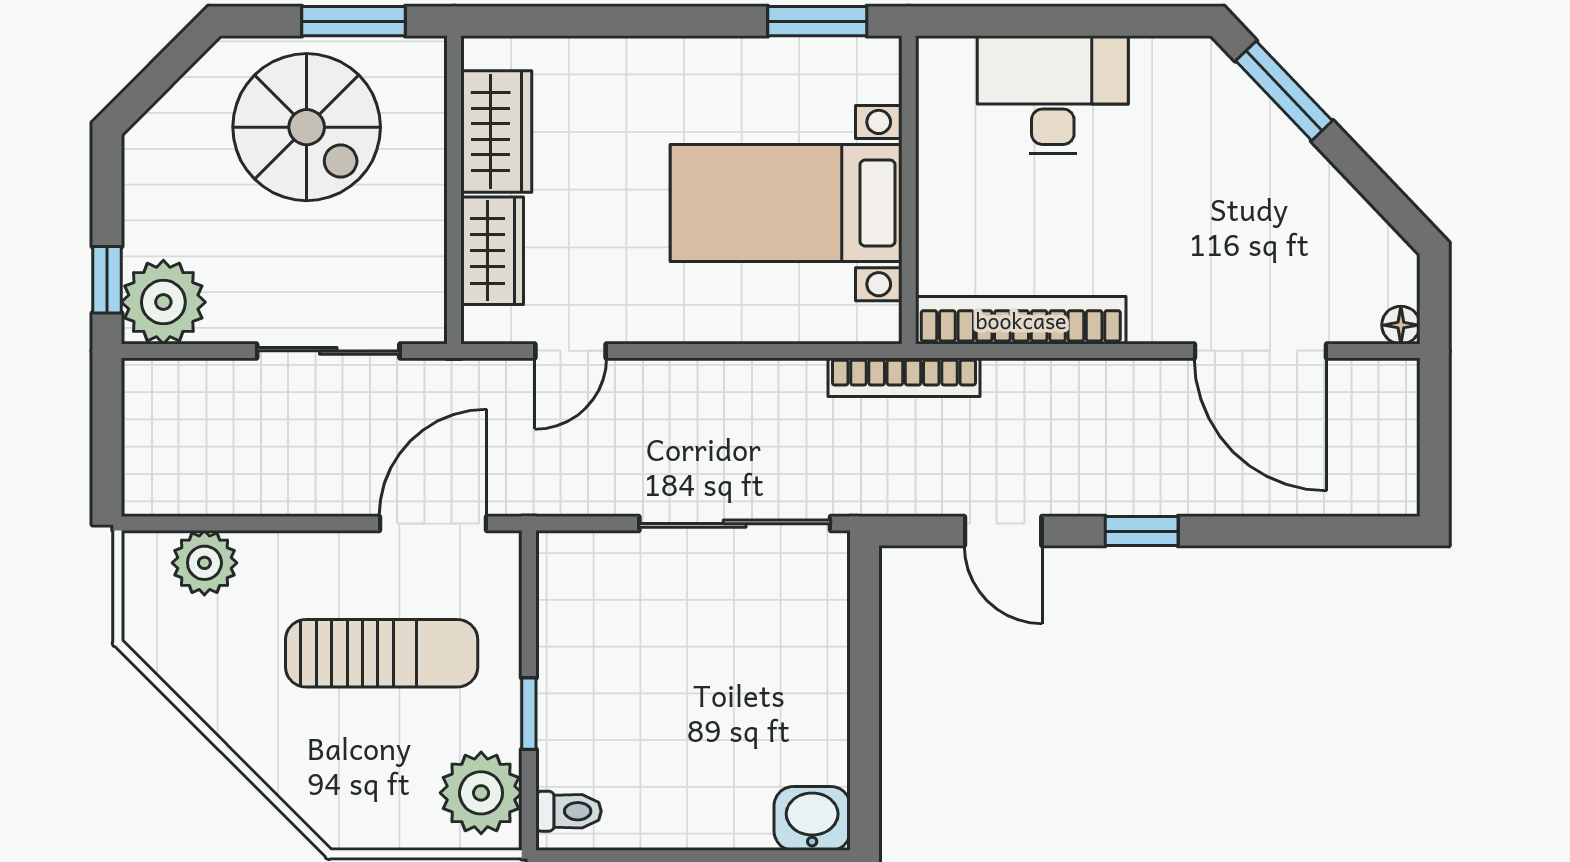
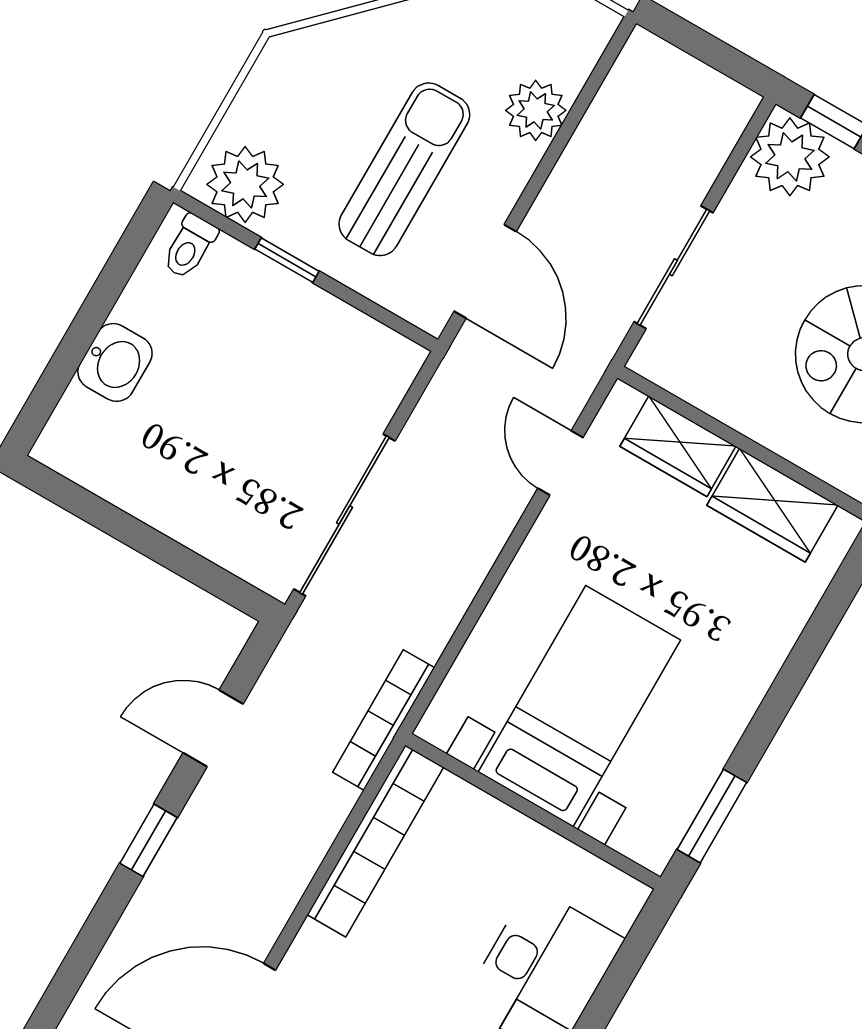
plant: (204, 563) -> (536, 110), moved
sun lounger: (382, 653) -> (404, 169), turned 180
washbasin: (812, 818) -> (115, 362), moved

